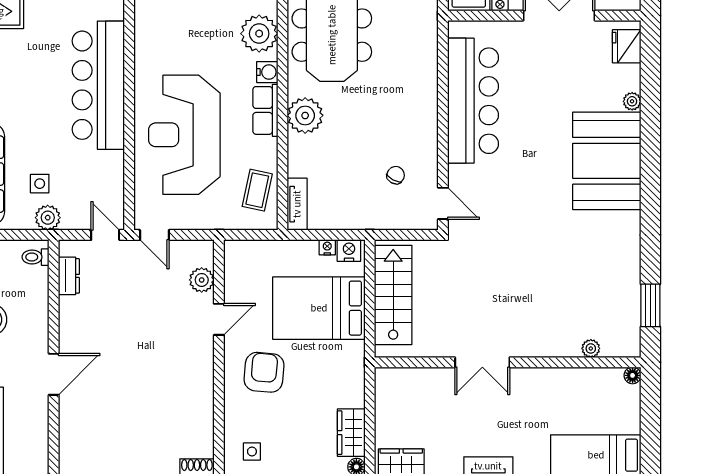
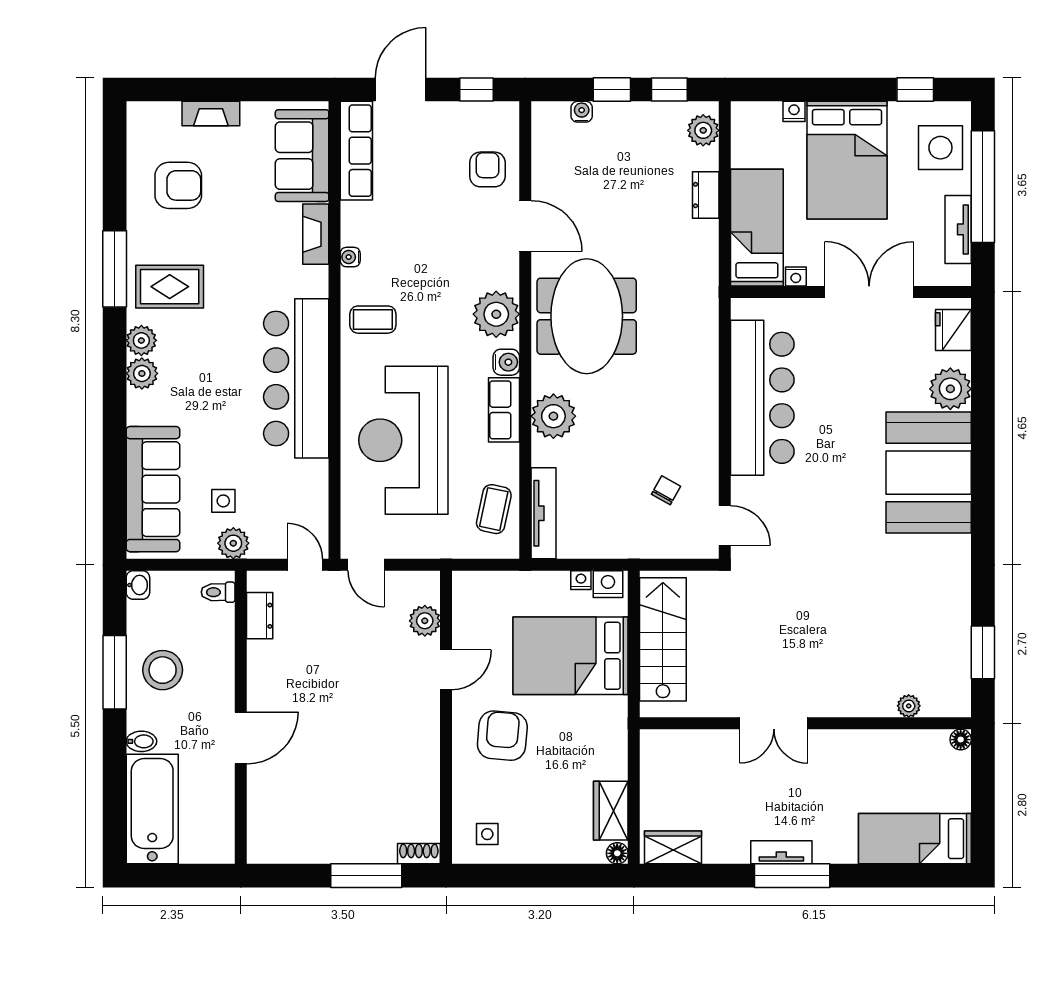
coffee table: (160, 38) -> (373, 320), added
plant: (632, 101) -> (950, 389), width x1.88, depth x1.88
tv unit: (297, 204) -> (543, 513), width x1.41

